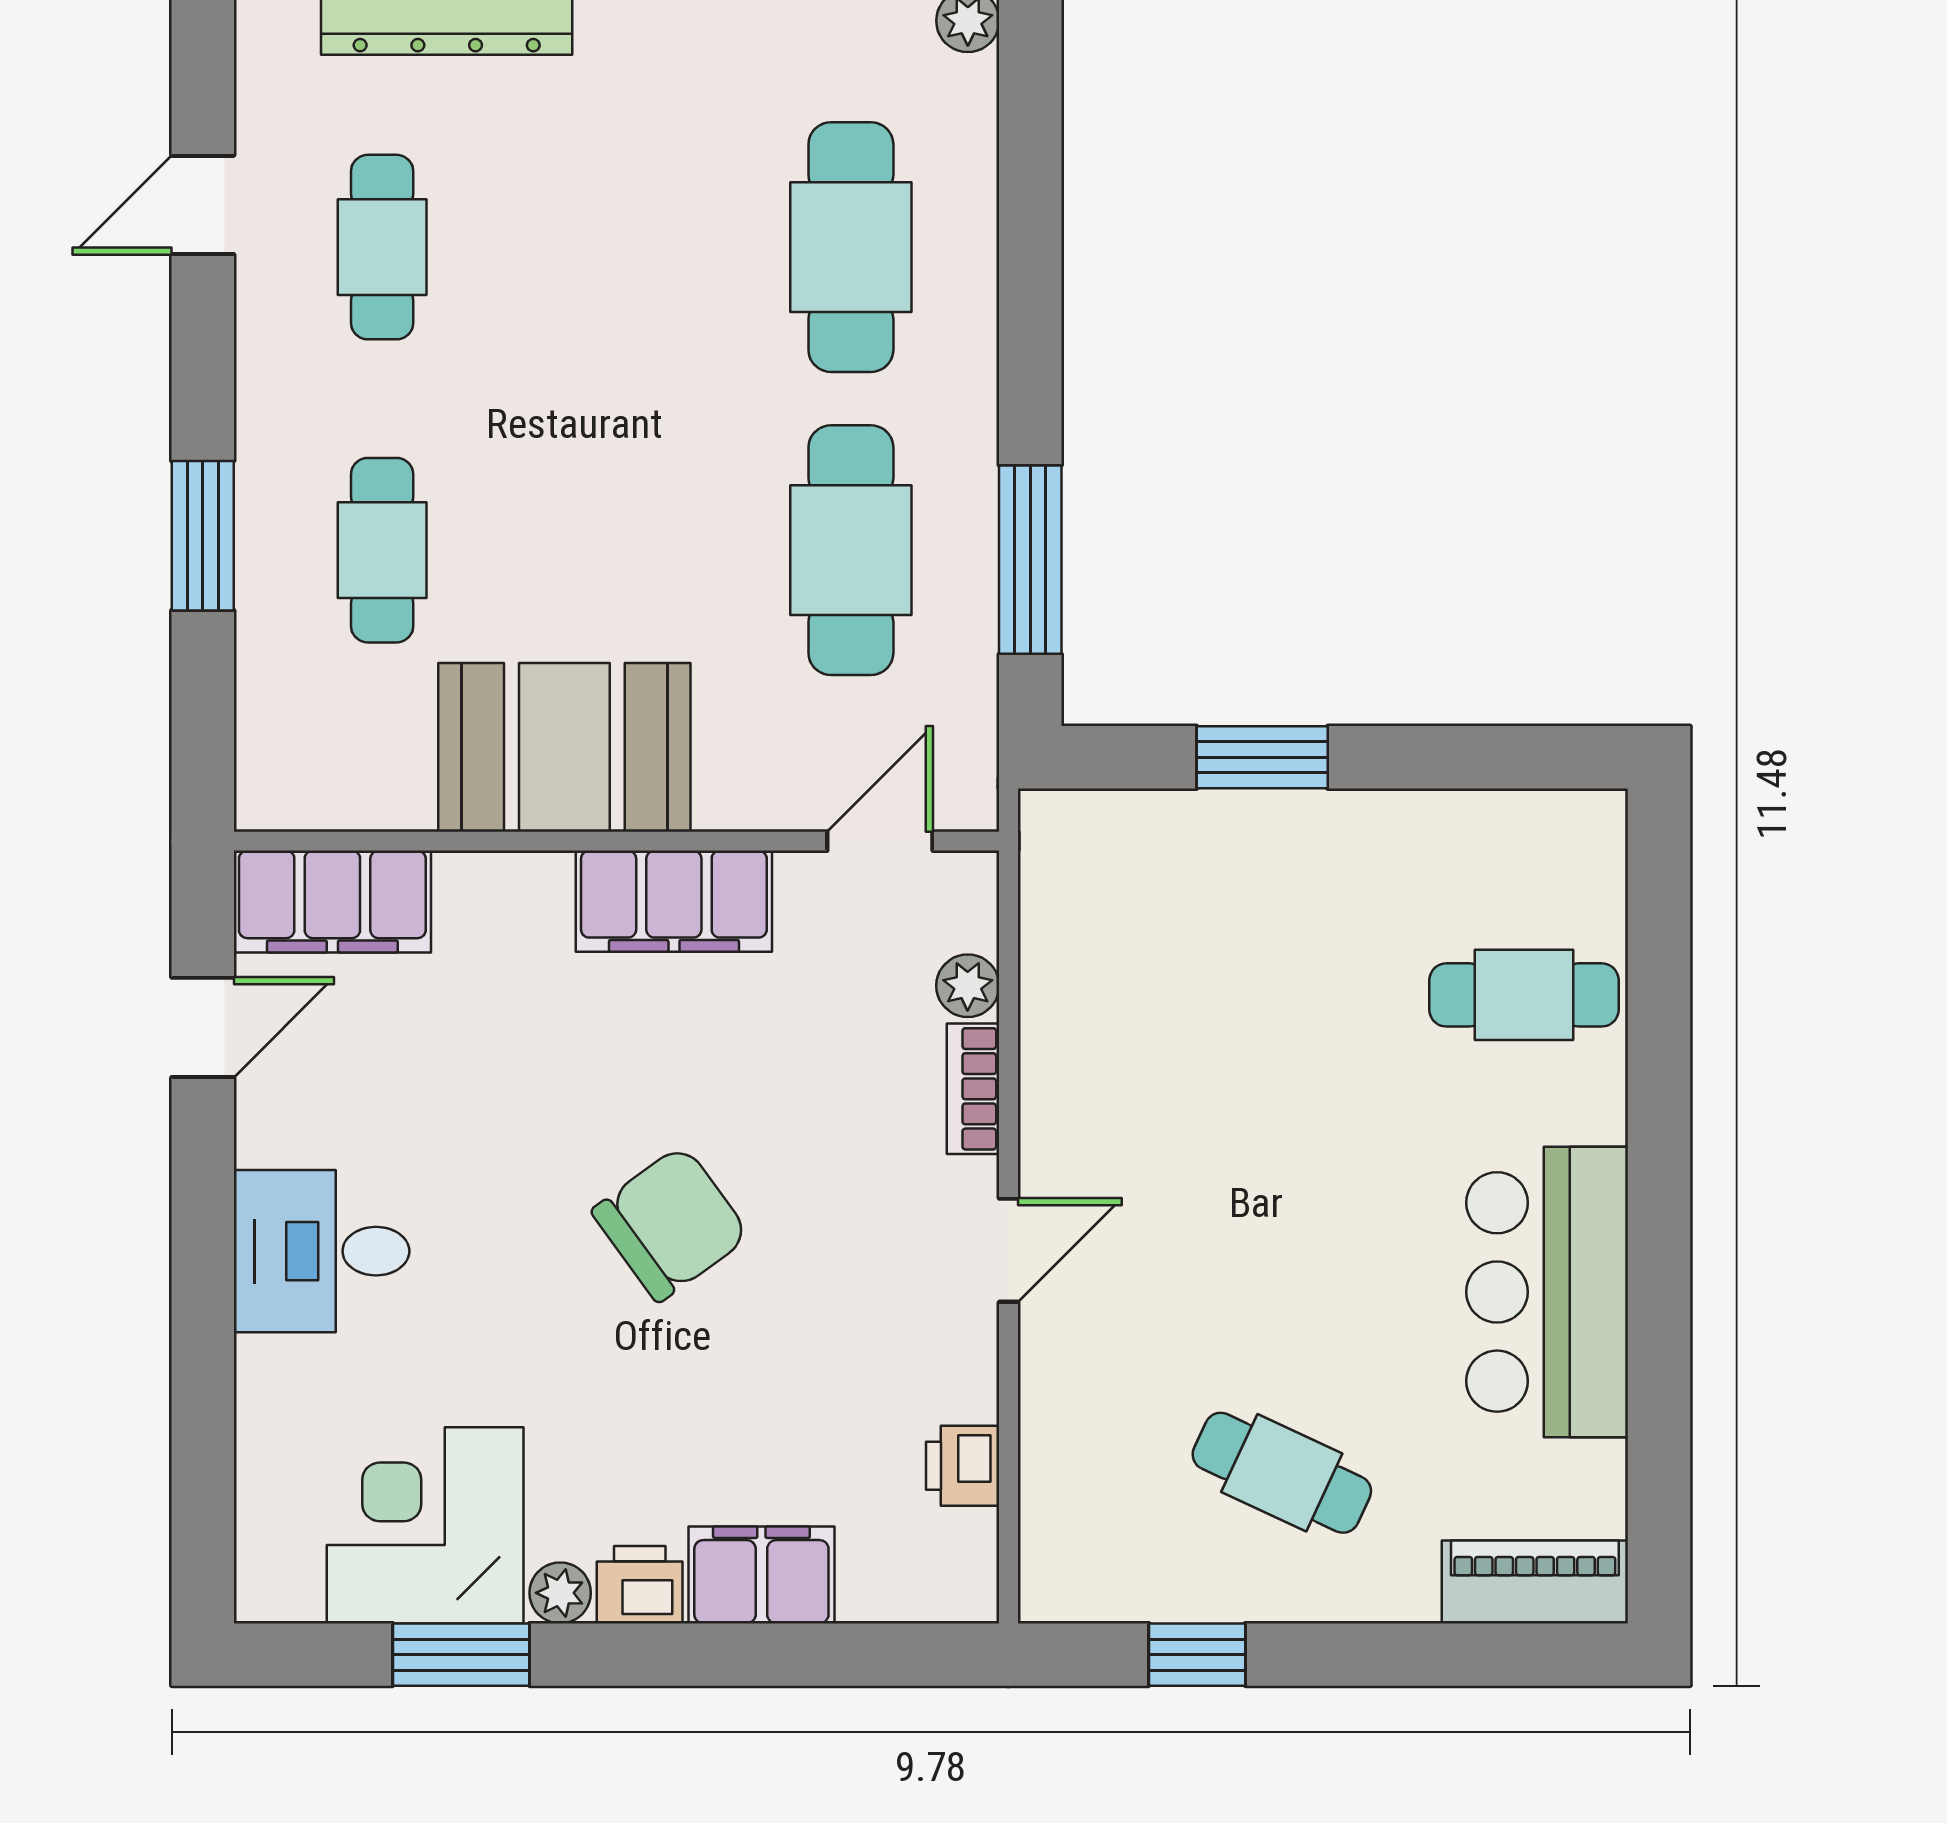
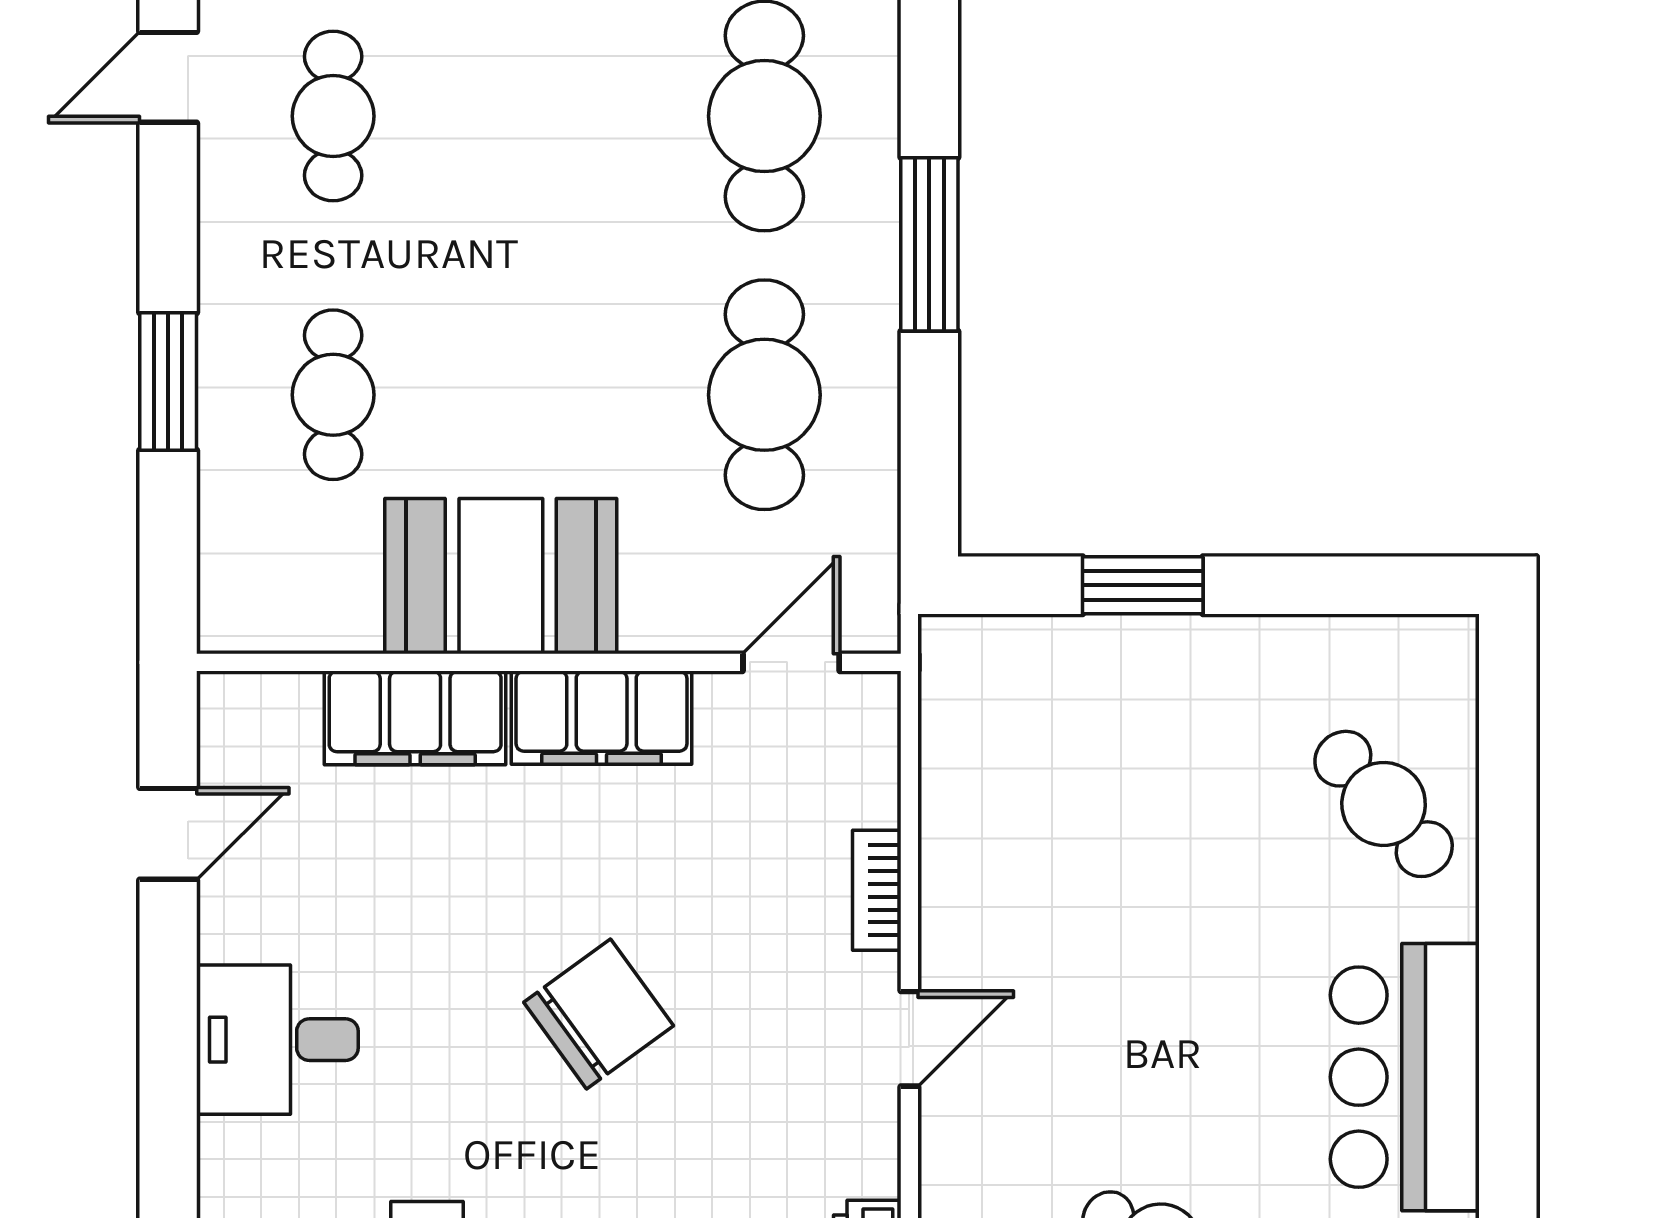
window: (1030, 560) -> (929, 244), moved
filing cabinet: (332, 901) -> (415, 718), moved
plant: (968, 986) -> (872, 795), removed
cafe table: (1524, 995) -> (1384, 804), turned 48

